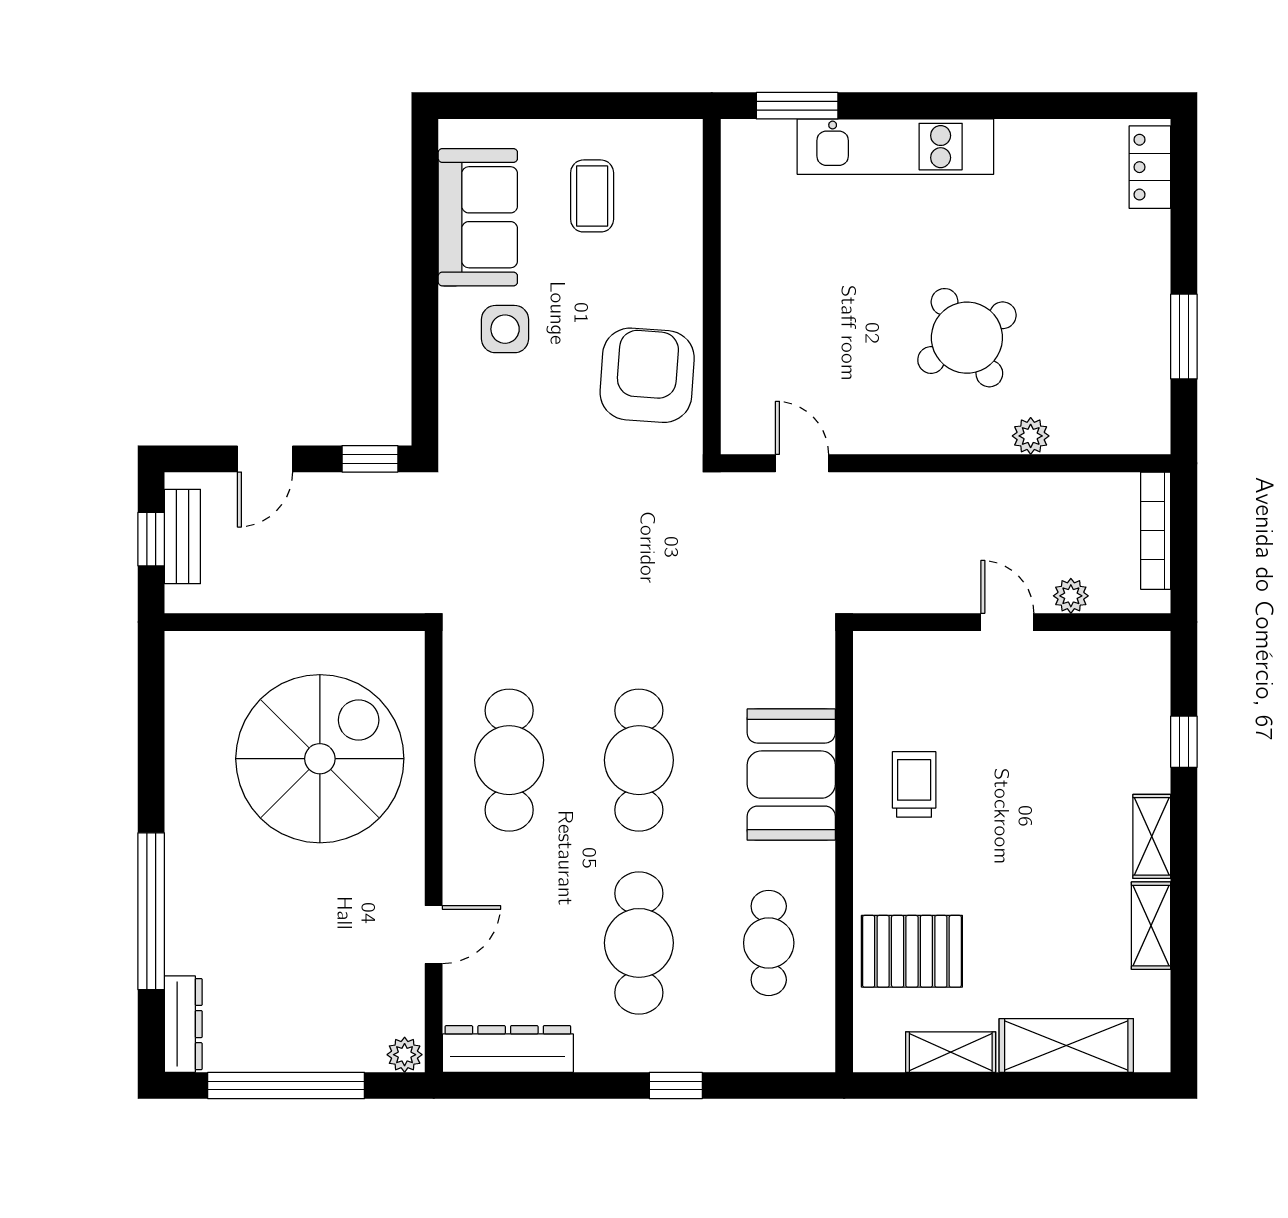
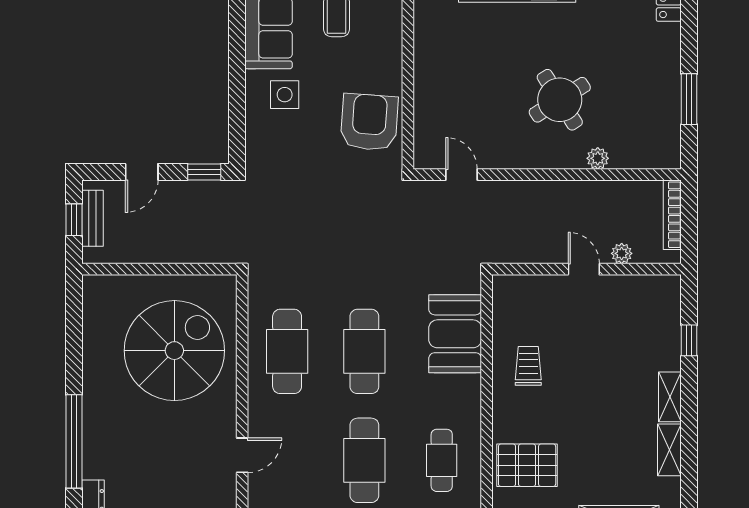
booth: (791, 775) -> (455, 334), moved

